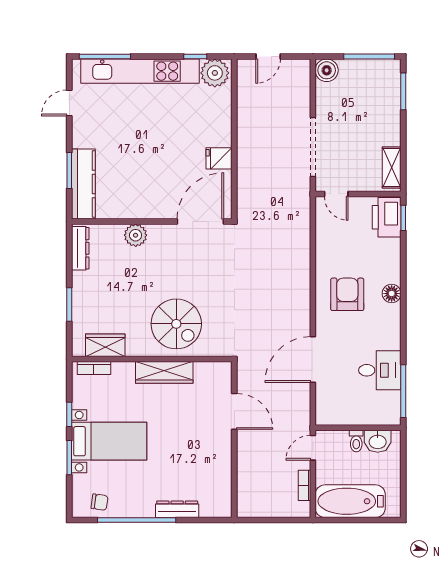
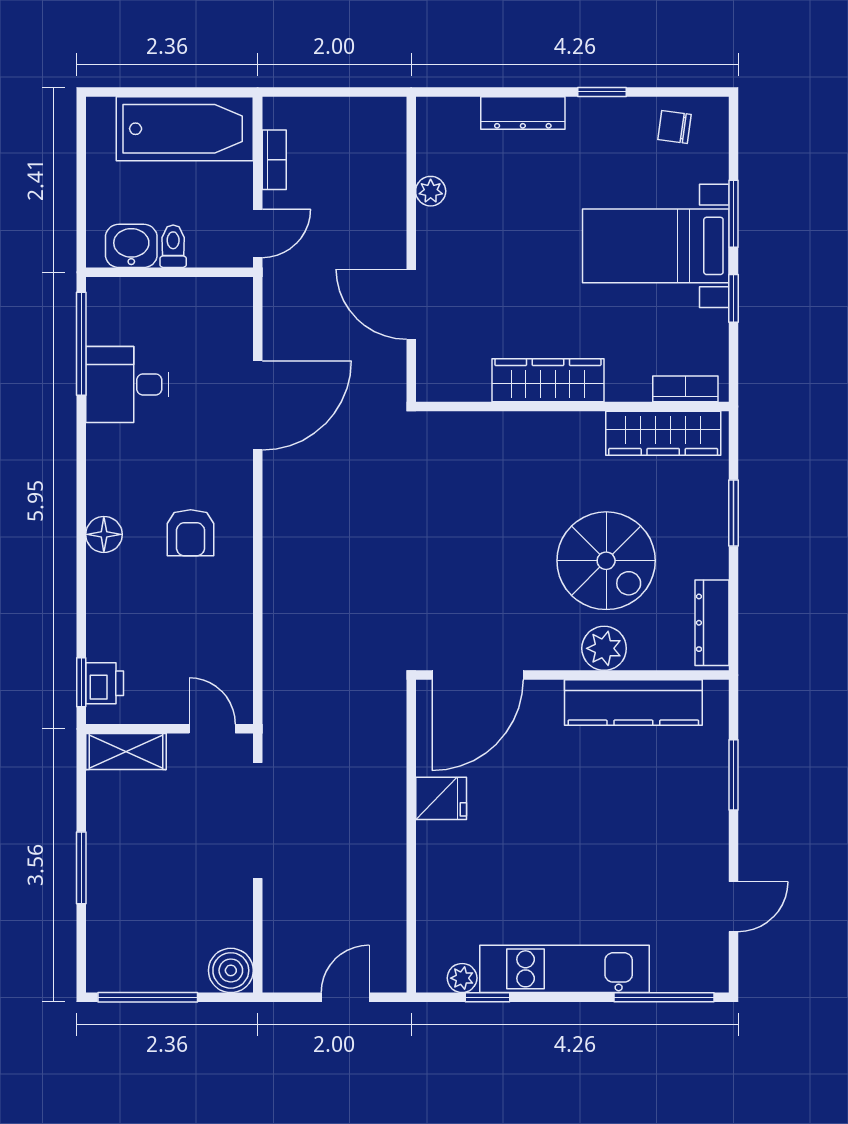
kitchen unit: (140, 71) -> (564, 969), width x0.73
plant: (215, 73) -> (462, 978), width x0.53, depth x0.53
window: (403, 91) -> (81, 868), moved
shelving: (392, 168) -> (126, 751), moved, turned 90
kitchen counter: (83, 184) -> (633, 703), moved, turned -90
printer: (387, 217) -> (105, 683), width x0.53, depth x0.68
armchair: (347, 294) -> (191, 533), width x0.72, depth x0.72
spiral stairs: (176, 324) -> (606, 561), moved, turned 180
wardrobe: (105, 345) -> (663, 433), width x1.50
plant: (224, 469) -> (431, 191), added
window: (137, 520) -> (602, 92), width x0.32

